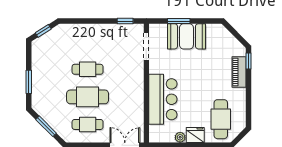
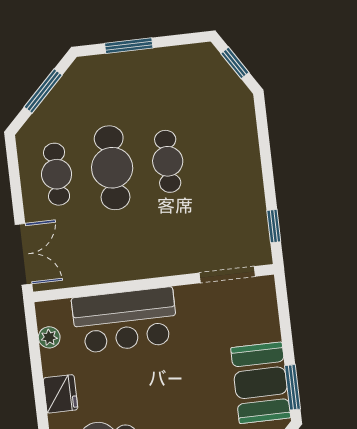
window: (179, 21) -> (292, 387), moved
booth: (186, 36) -> (261, 383), moved
plant: (180, 137) -> (49, 337), moved

